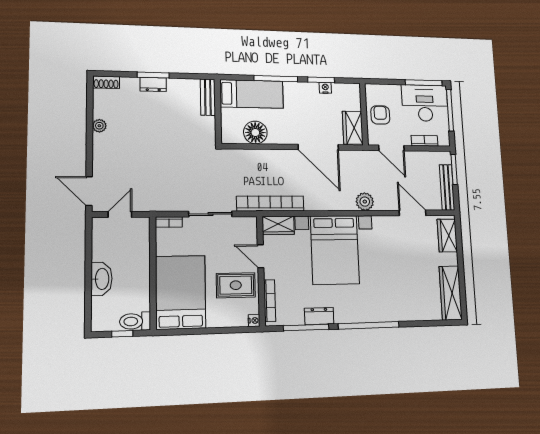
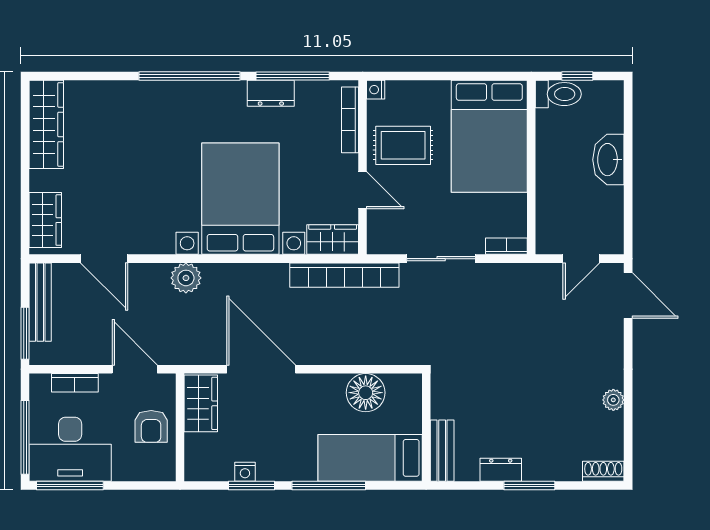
dresser: (153, 84) -> (501, 470), moved

